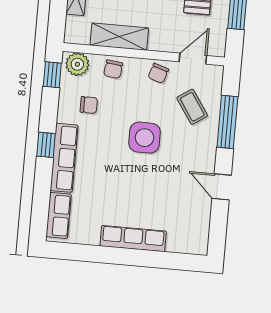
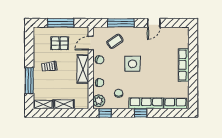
shelving: (119, 37) -> (83, 69), moved
door: (193, 59) -> (91, 43), hinge flipped

